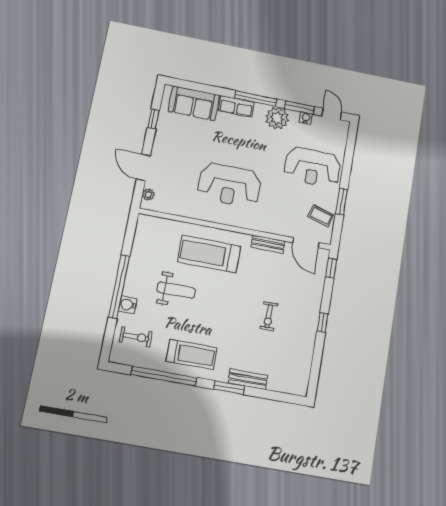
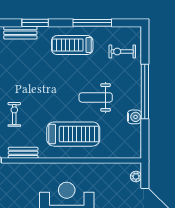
water cooler: (128, 305) -> (134, 117), moved
exercise bike: (269, 316) -> (14, 114), moved
window: (164, 376) -> (92, 23), width x0.68

